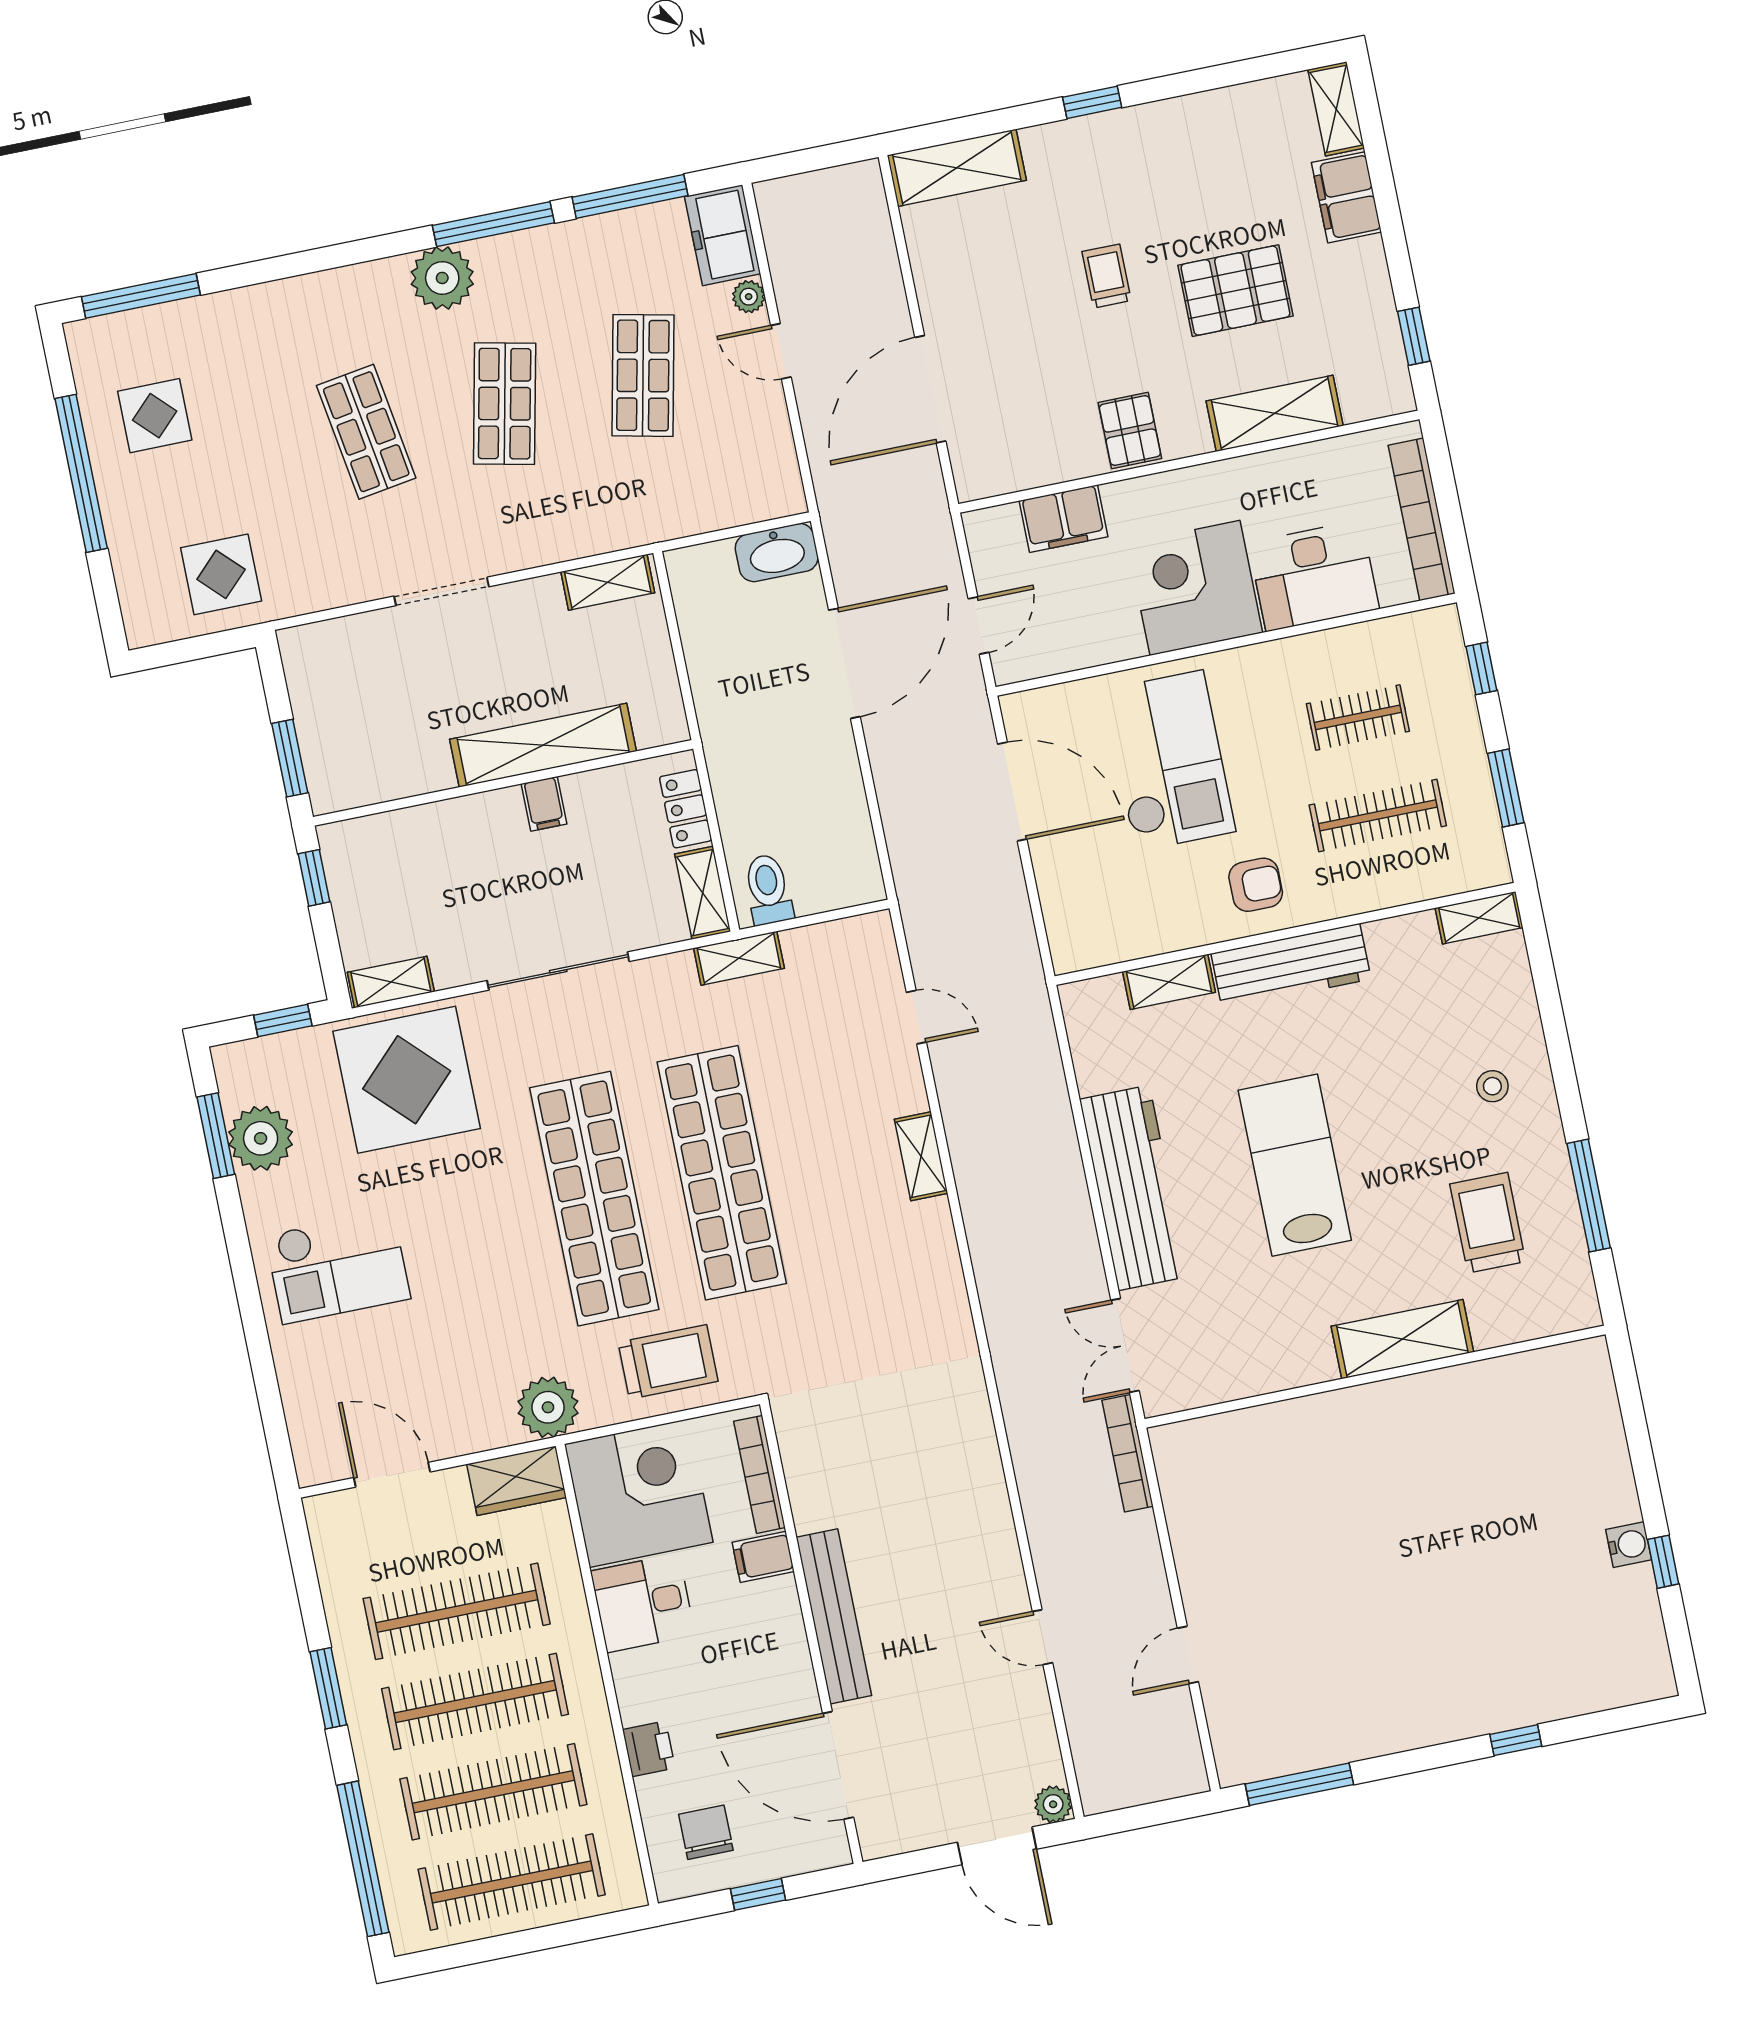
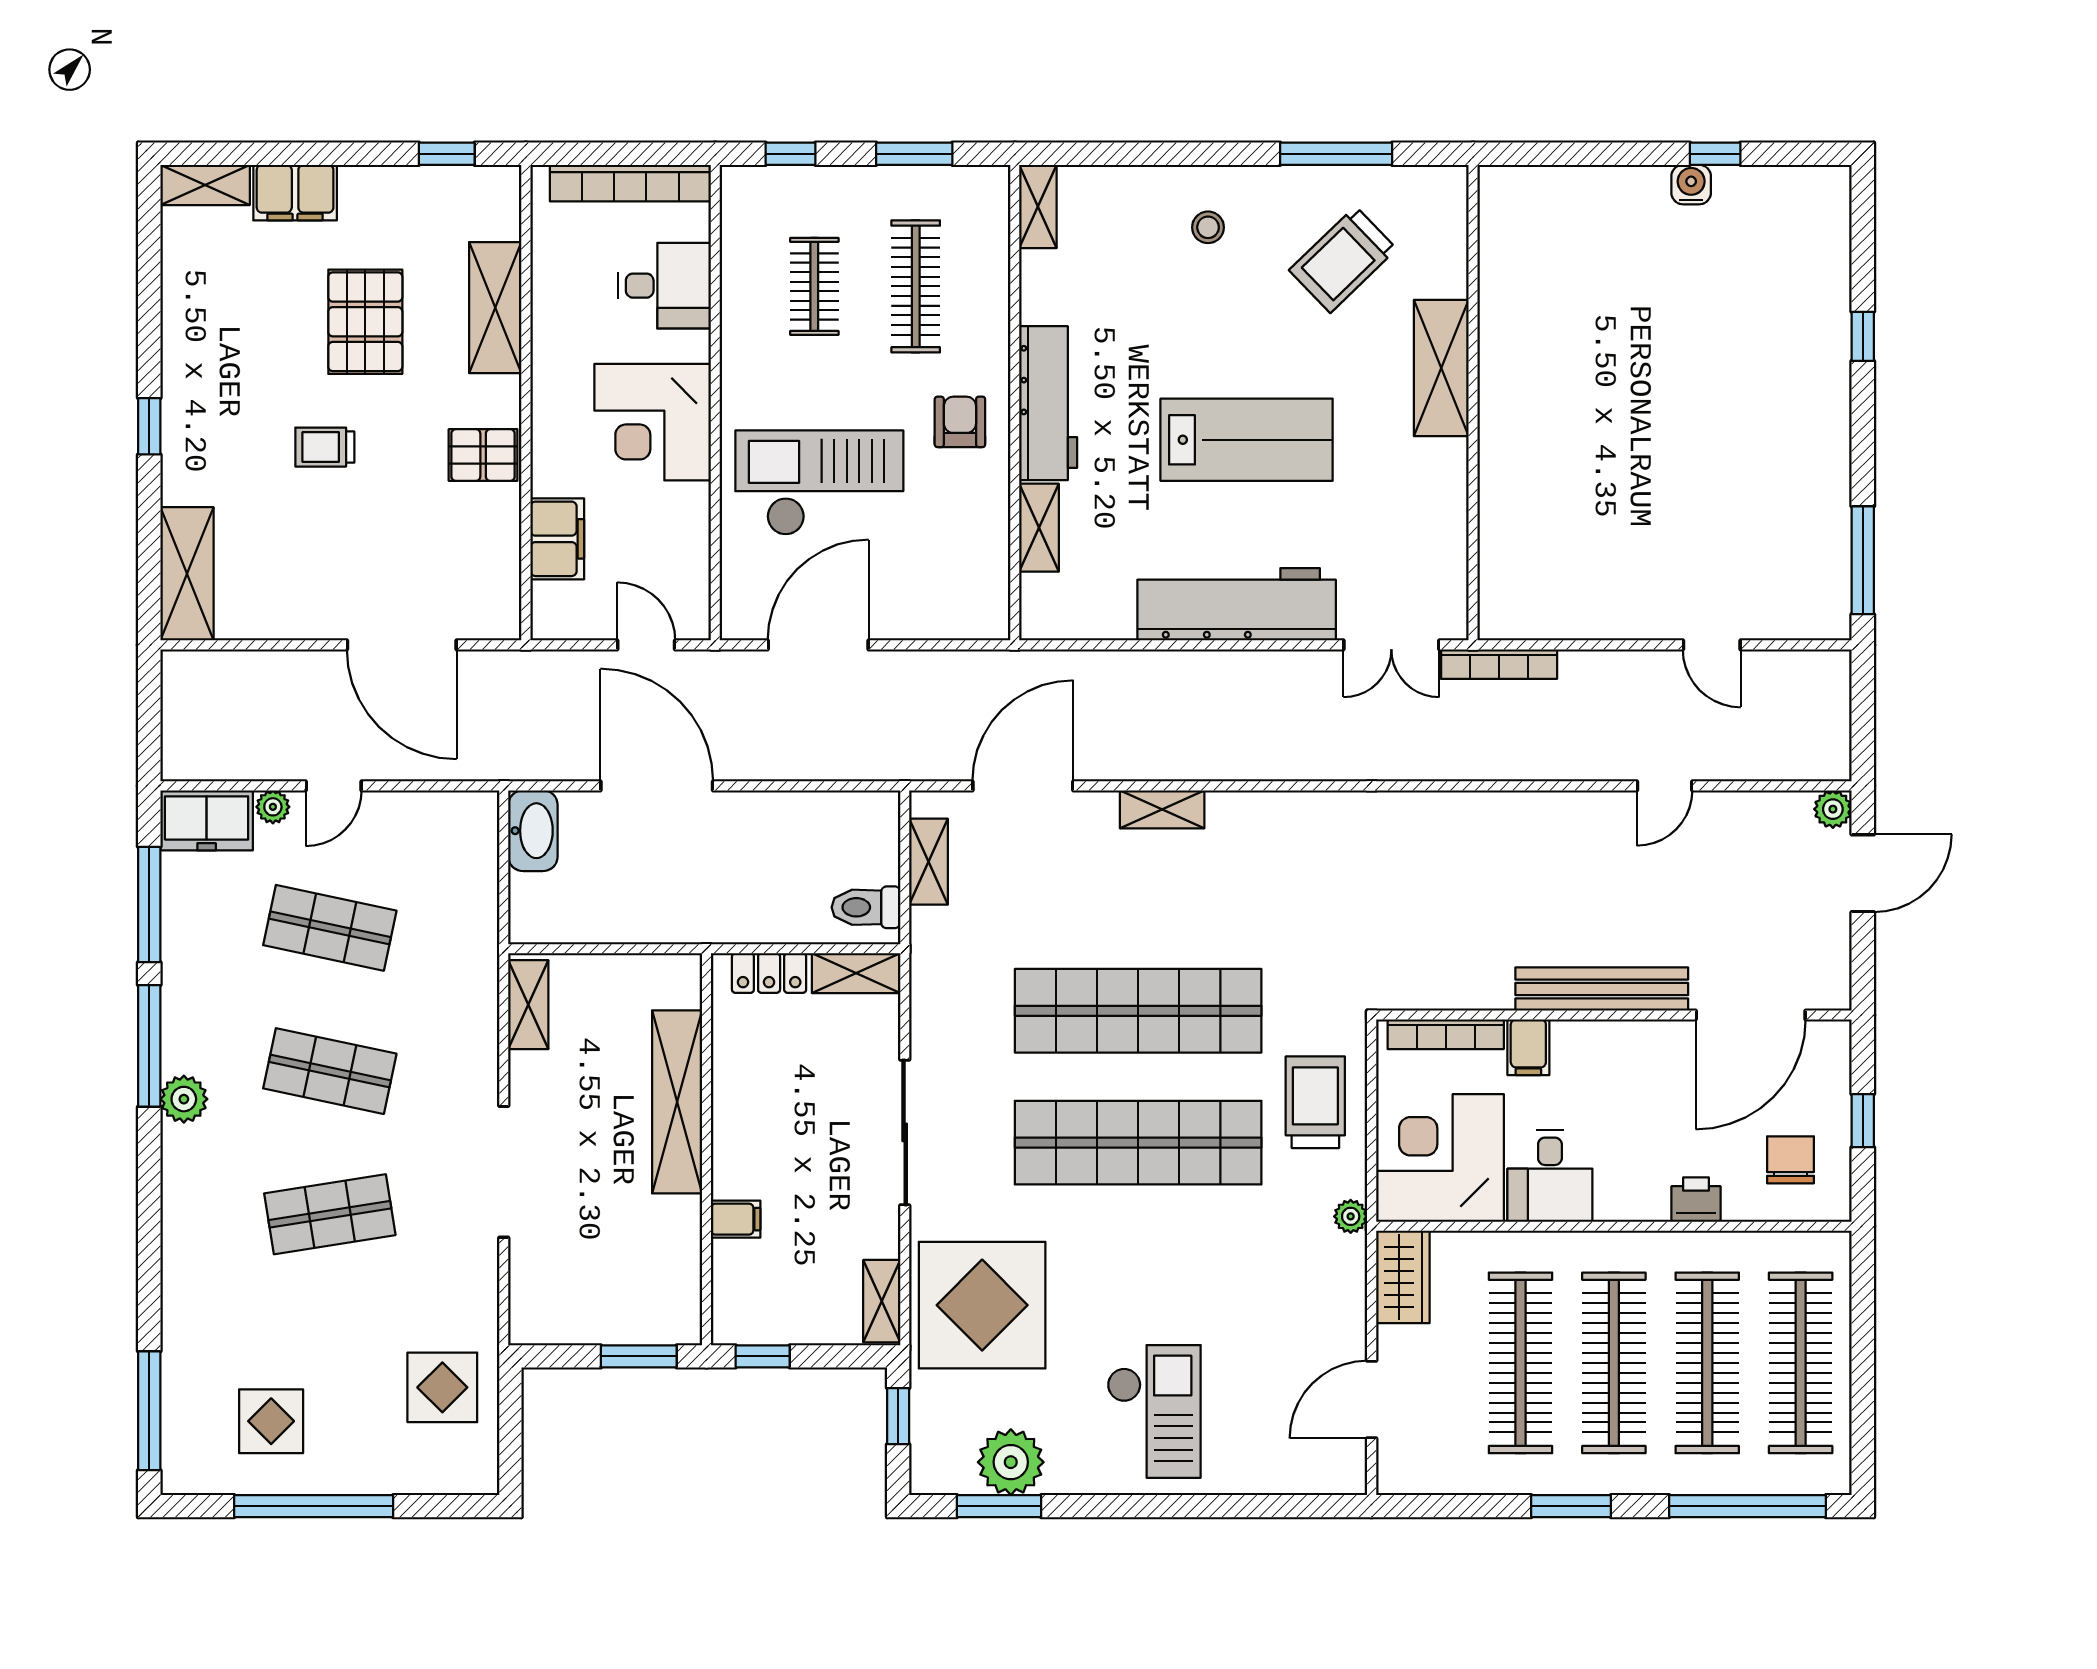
plant: (442, 278) -> (184, 1099), width x0.73, depth x0.73
desk: (1314, 576) -> (665, 286), width x0.73
doorway: (442, 591) -> (504, 1172), width x1.36
filing cabinet: (544, 804) -> (736, 1219), moved
shelving: (739, 958) -> (928, 862), moved
door: (916, 1017) -> (1023, 786), width x1.88
lab bench: (1295, 1165) -> (1247, 440), turned 180
trolley: (1488, 1223) -> (1343, 260), turned -44
plant: (548, 1407) -> (1351, 1216), width x0.53, depth x0.53
chair: (706, 1832) -> (1790, 1160), turned 90

